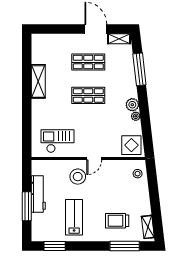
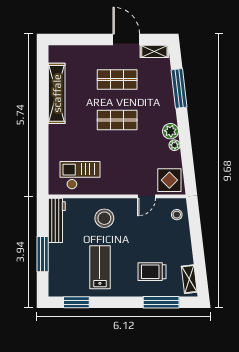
shelving: (38, 81) -> (57, 93), width x1.47
door: (94, 159) -> (147, 196), moved
workbench: (38, 194) -> (57, 220), moved

